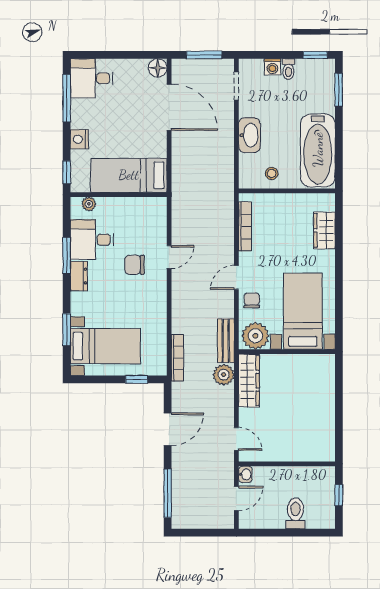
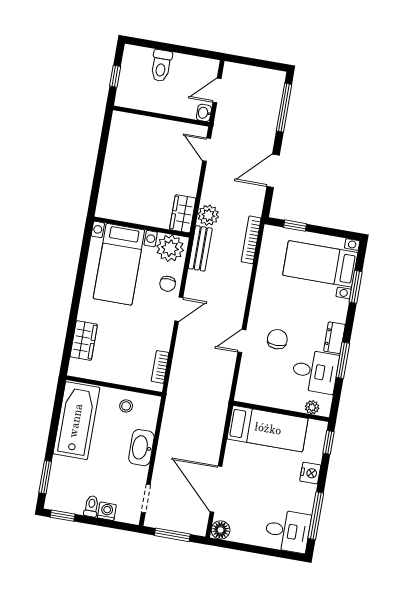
bookcase: (245, 226) -> (160, 367), width x0.64
chair: (135, 265) -> (277, 339), turned -90
wardrobe: (249, 381) -> (183, 214), width x0.67

